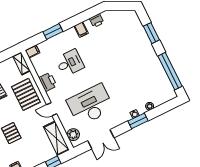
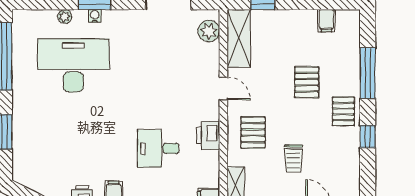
pallet: (26, 94) -> (253, 133), width x0.67, depth x0.71
desk: (90, 105) -> (73, 65), moved, turned 180

